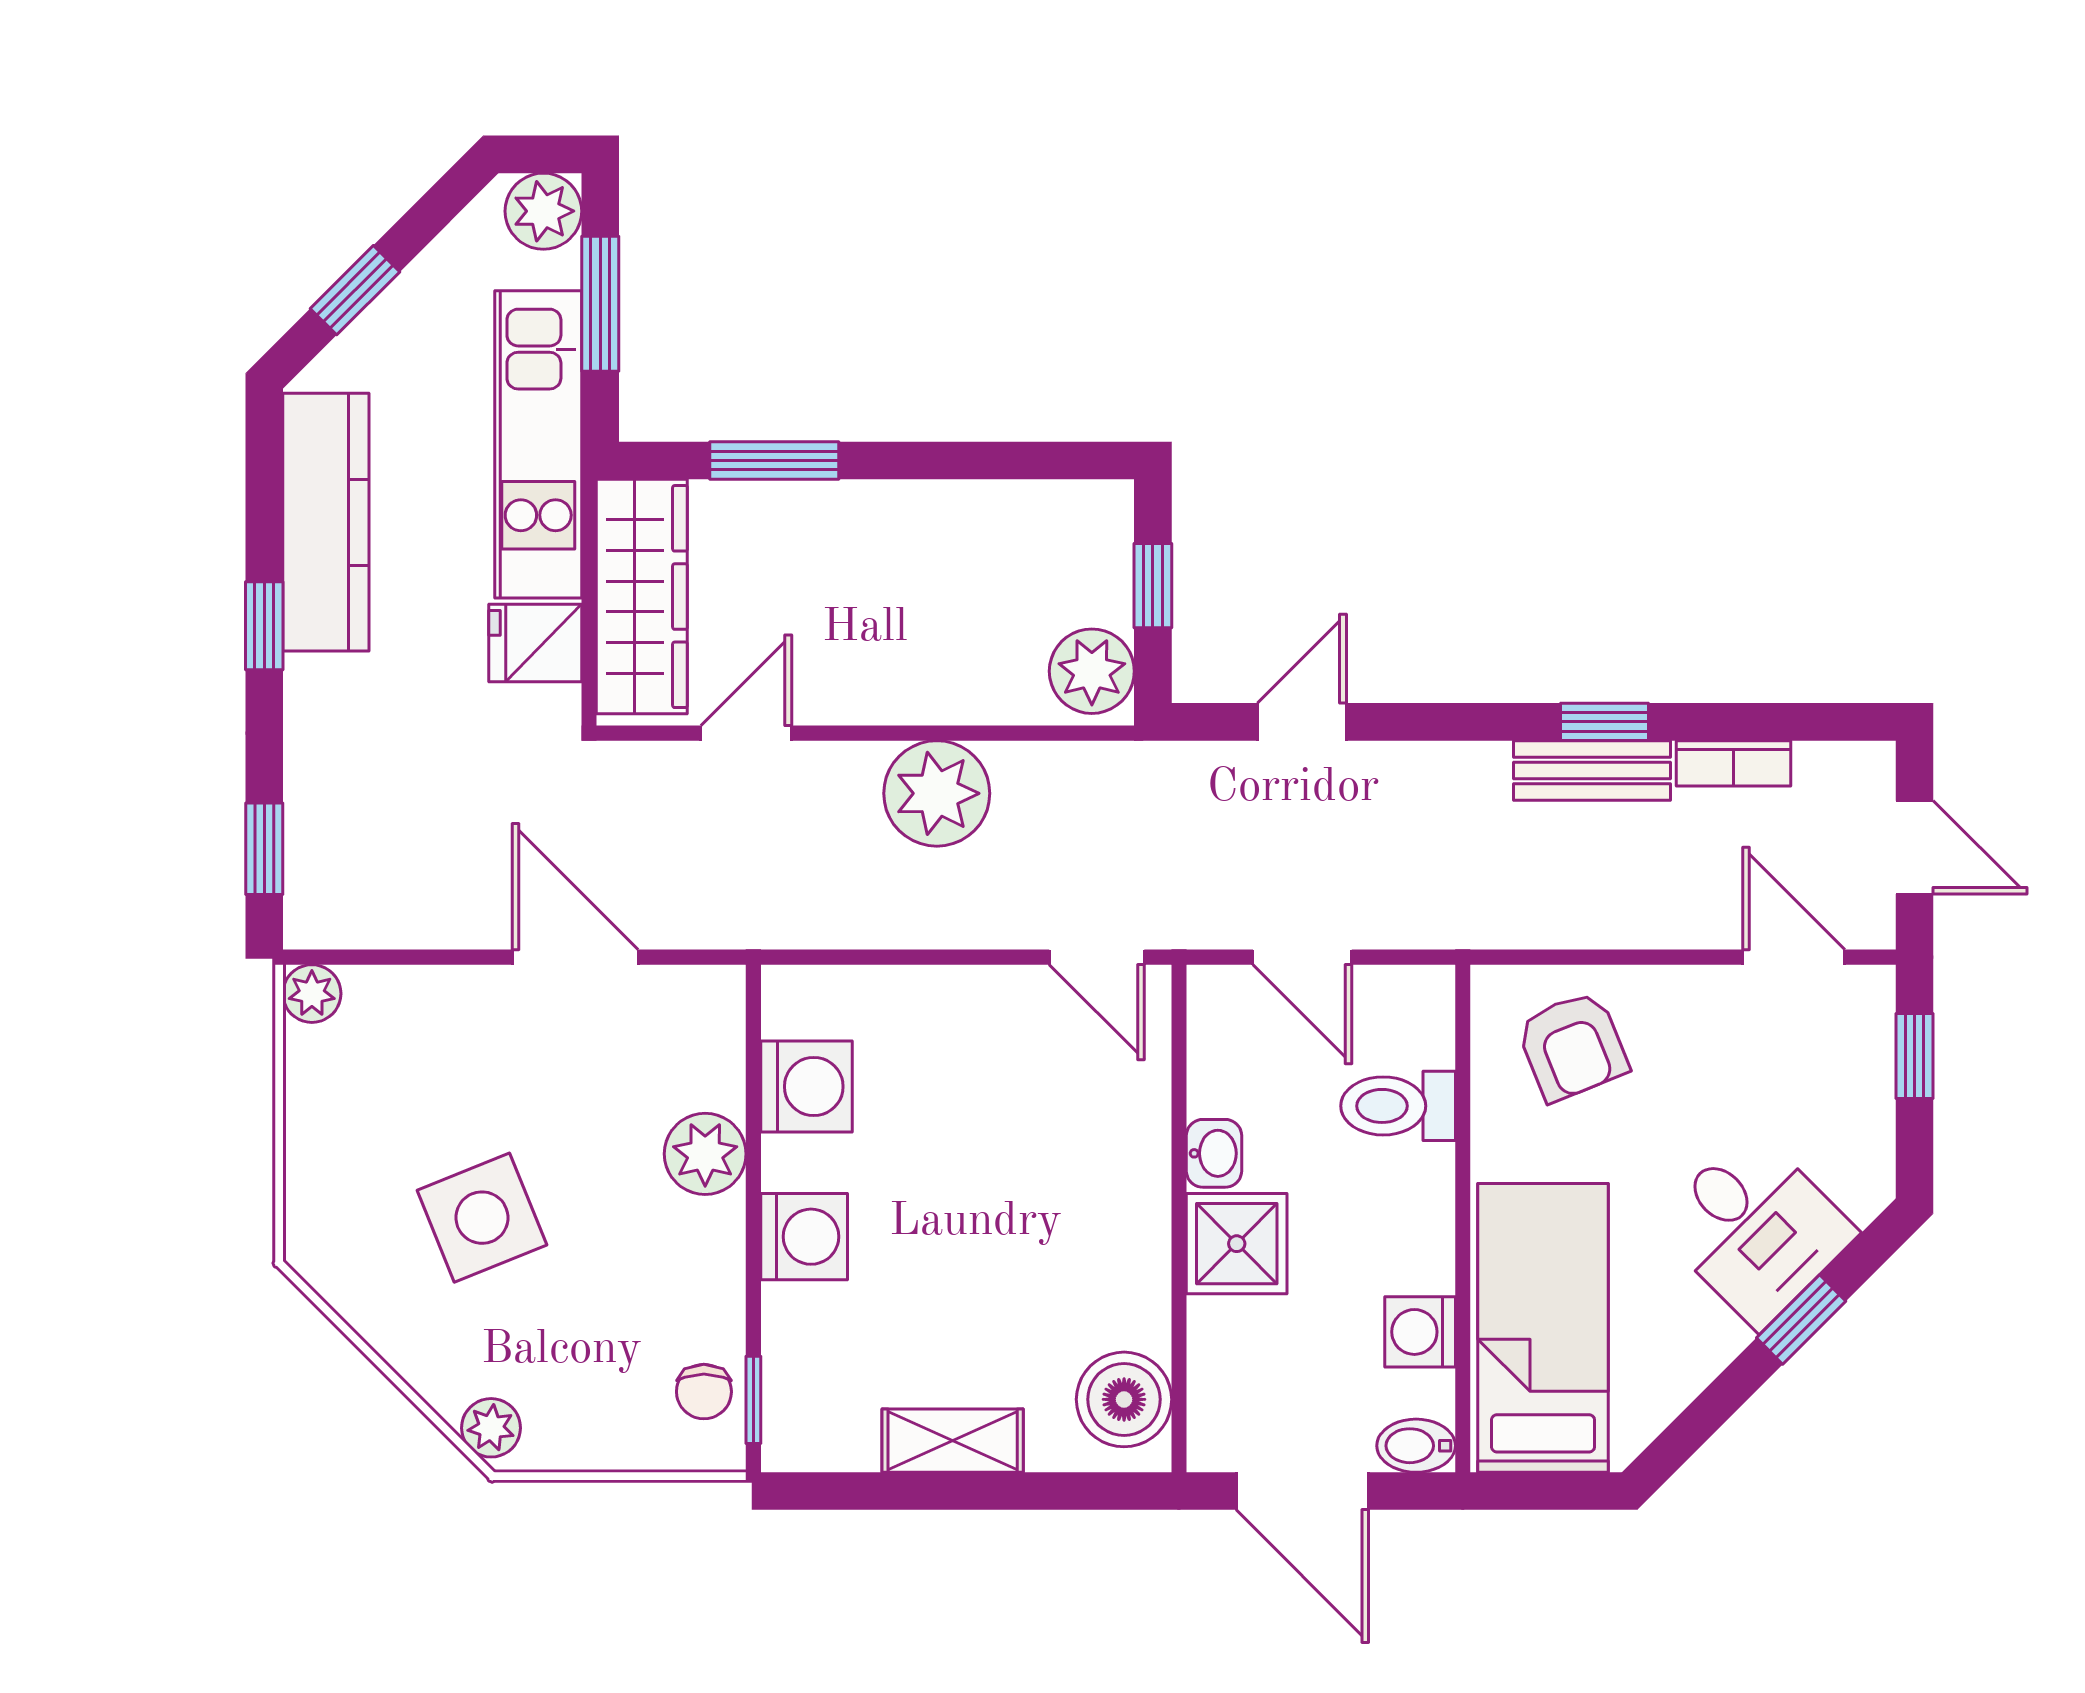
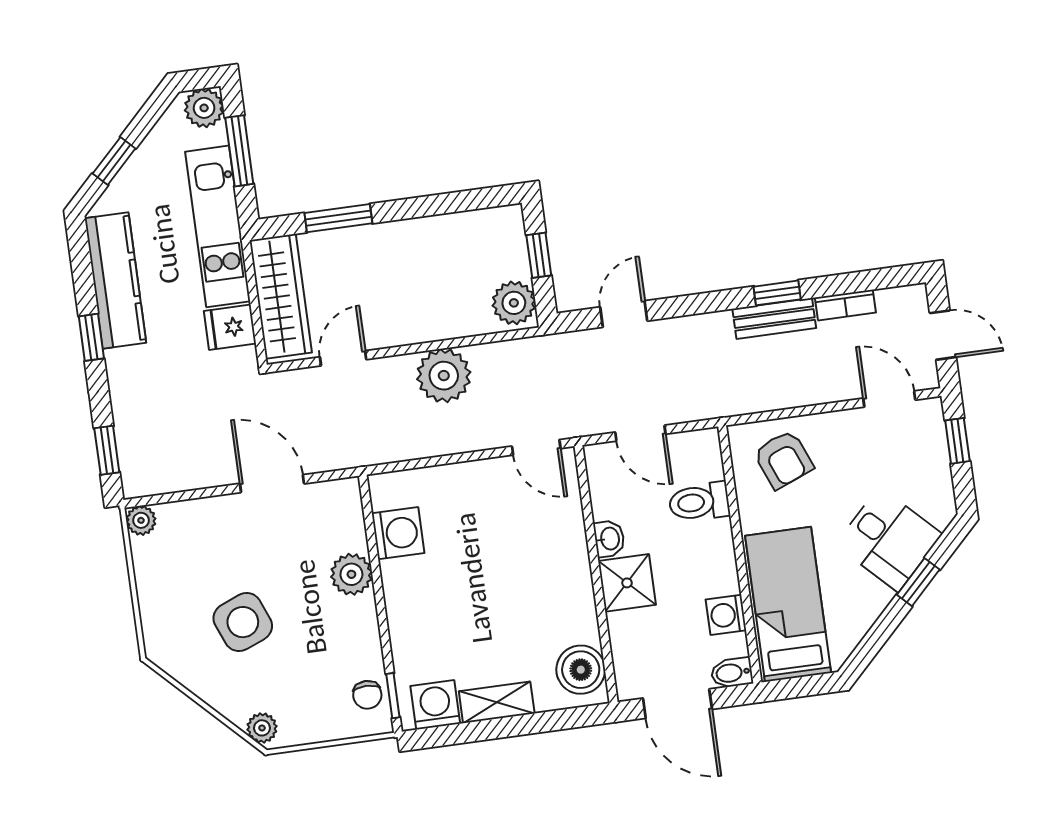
washing machine: (804, 1237) -> (435, 705), moved, turned -90

